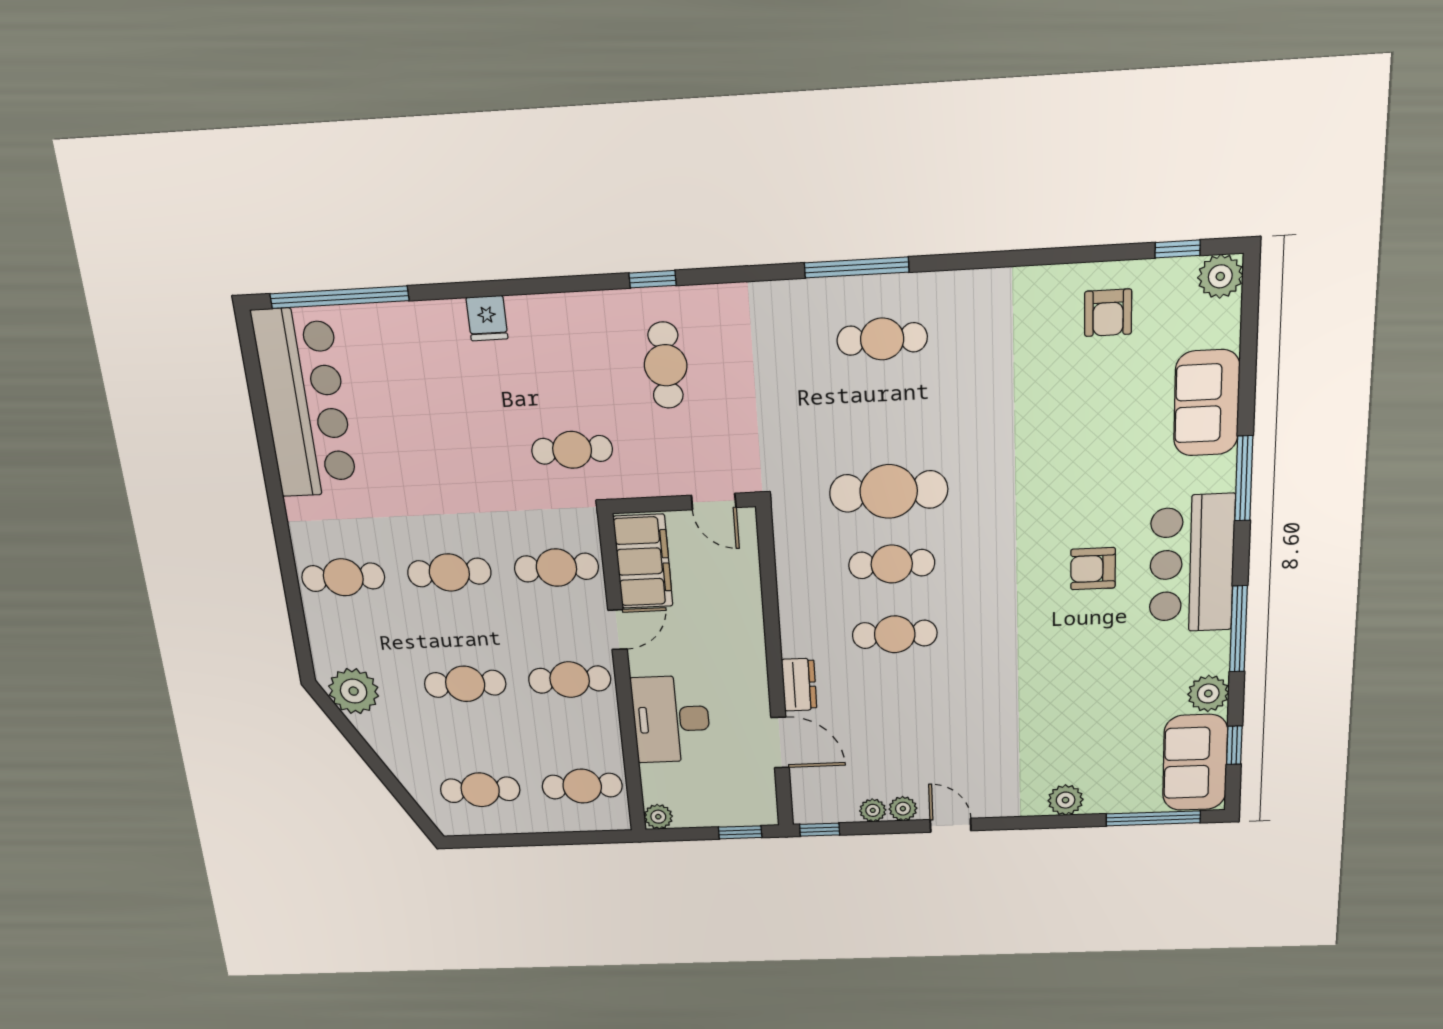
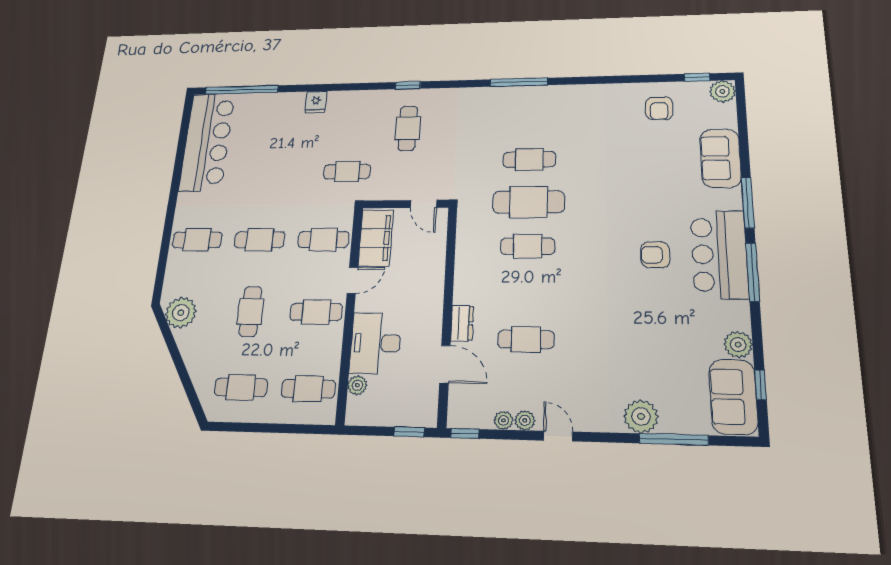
cafe table: (882, 339) -> (529, 159), moved
window: (1238, 629) -> (753, 272), moved
cafe table: (895, 634) -> (526, 339), moved
cafe table: (465, 684) -> (250, 311), turned 90
plant: (1066, 800) -> (641, 416), width x1.36, depth x1.36
plant: (658, 817) -> (357, 385), moved
window: (1153, 818) -> (674, 439), moved

